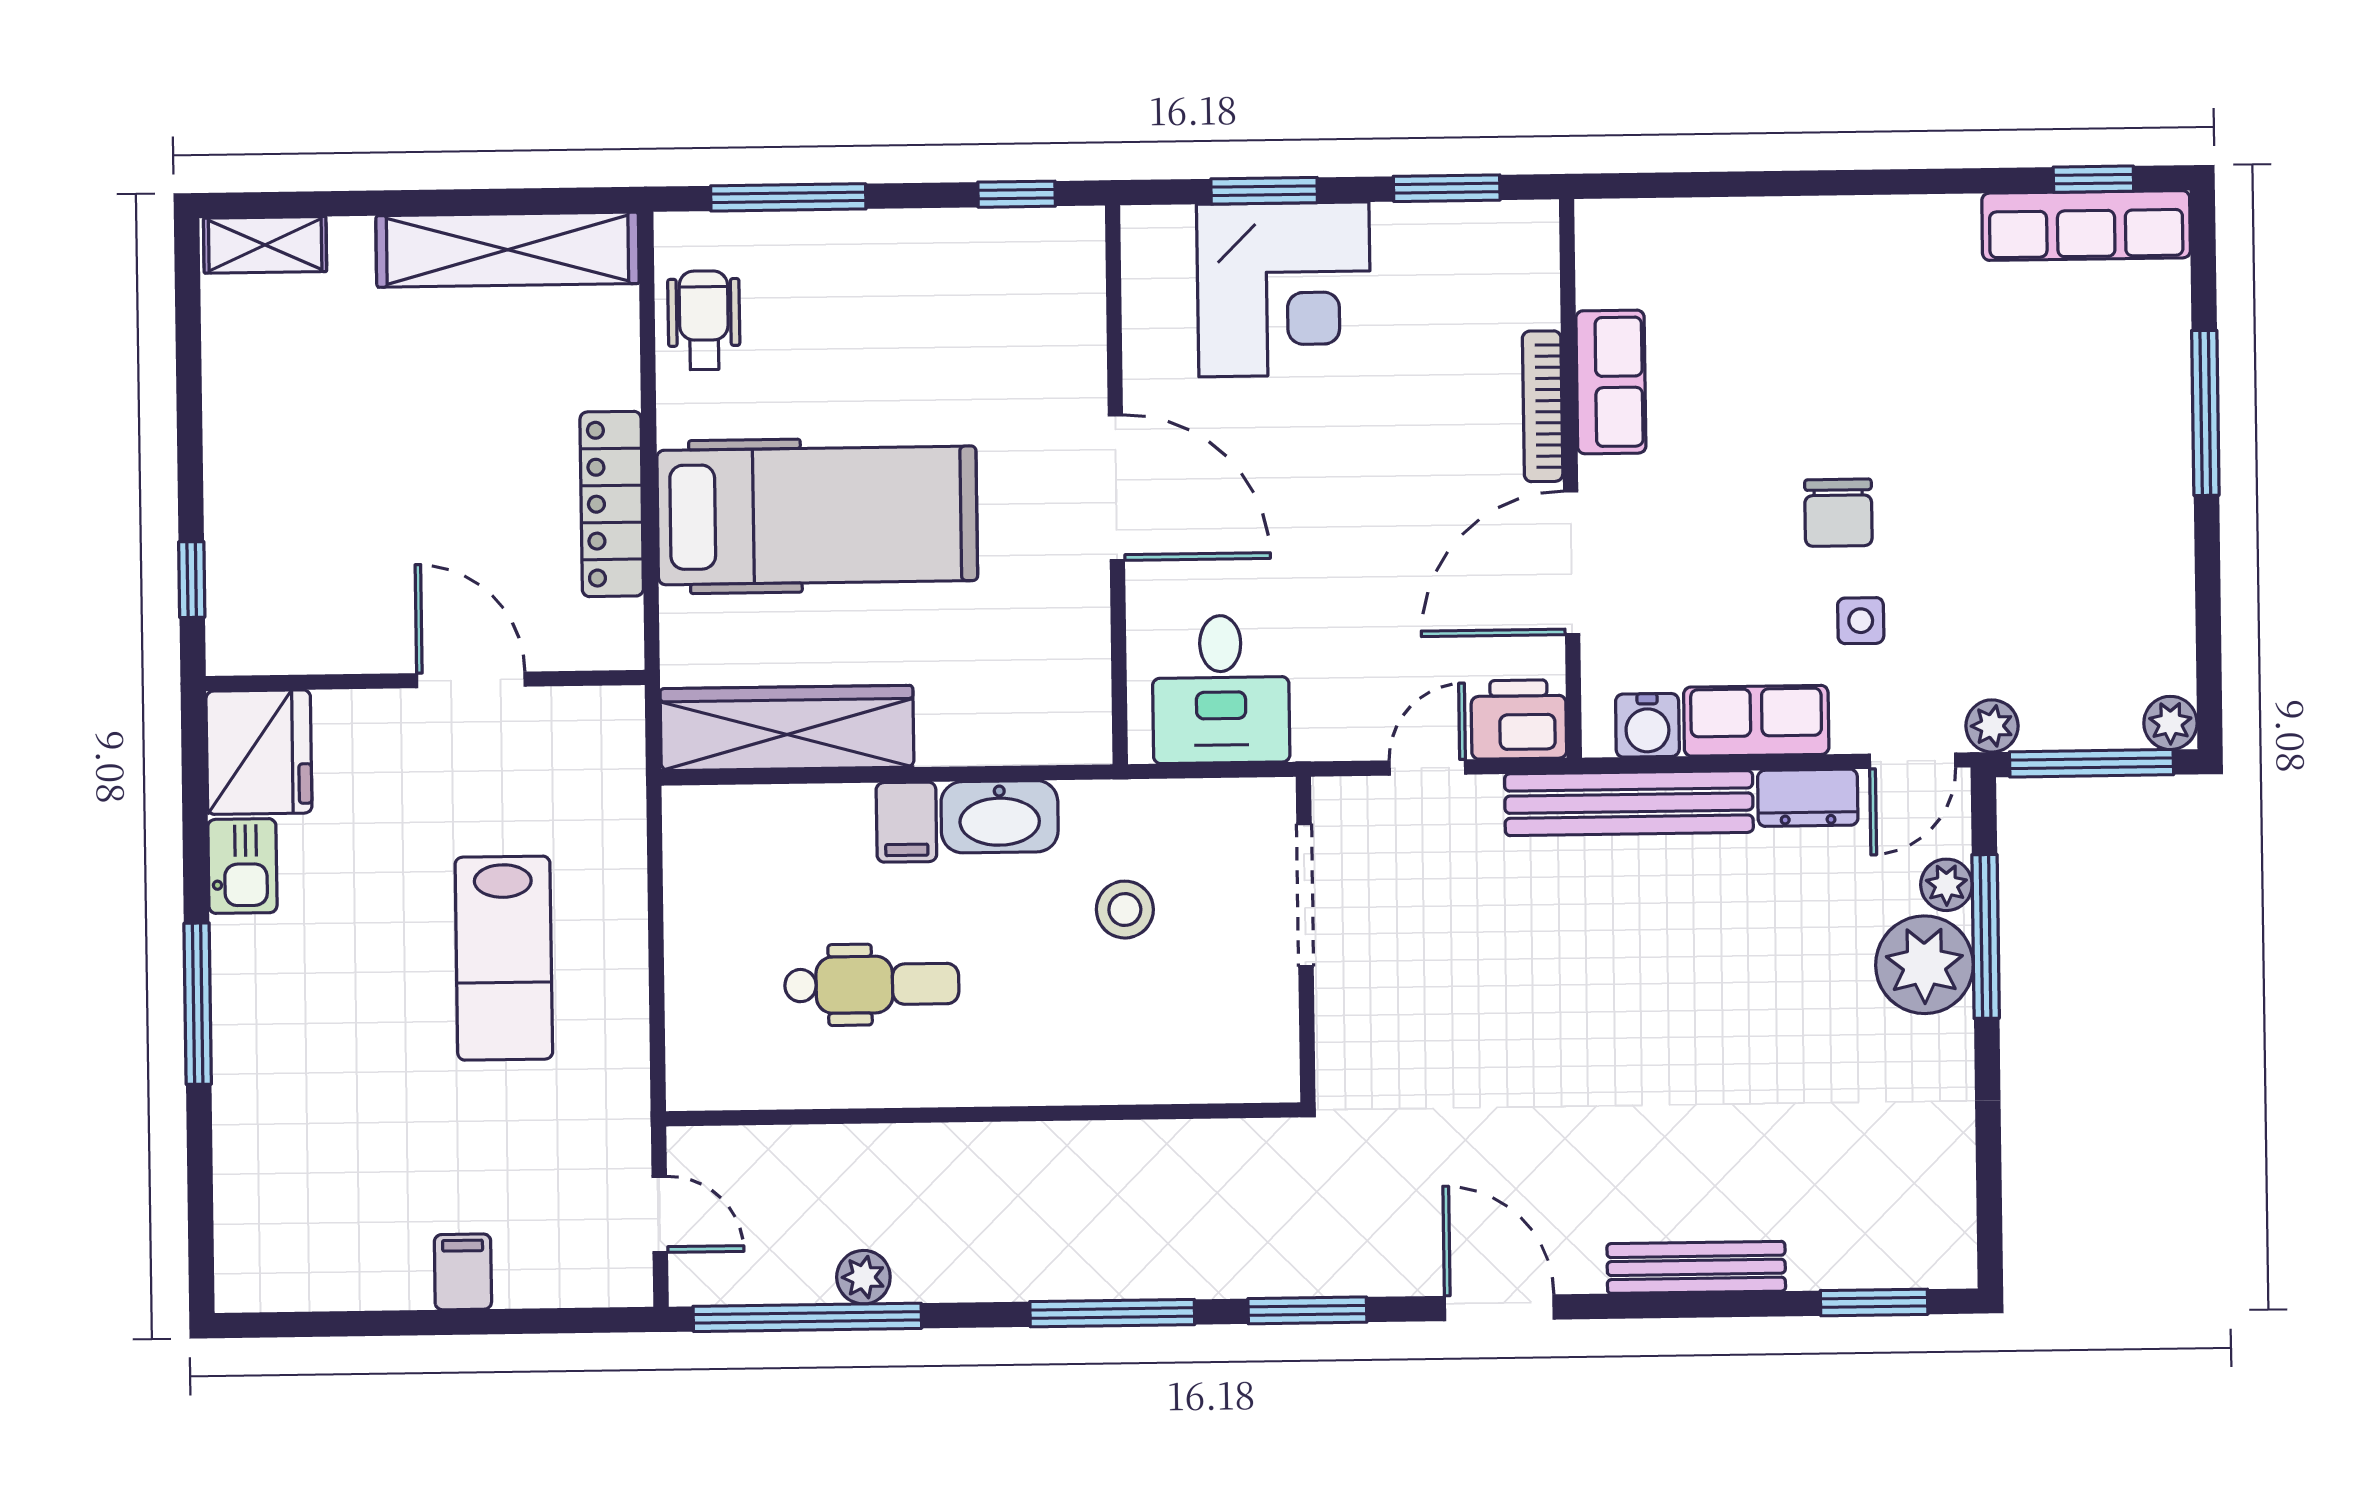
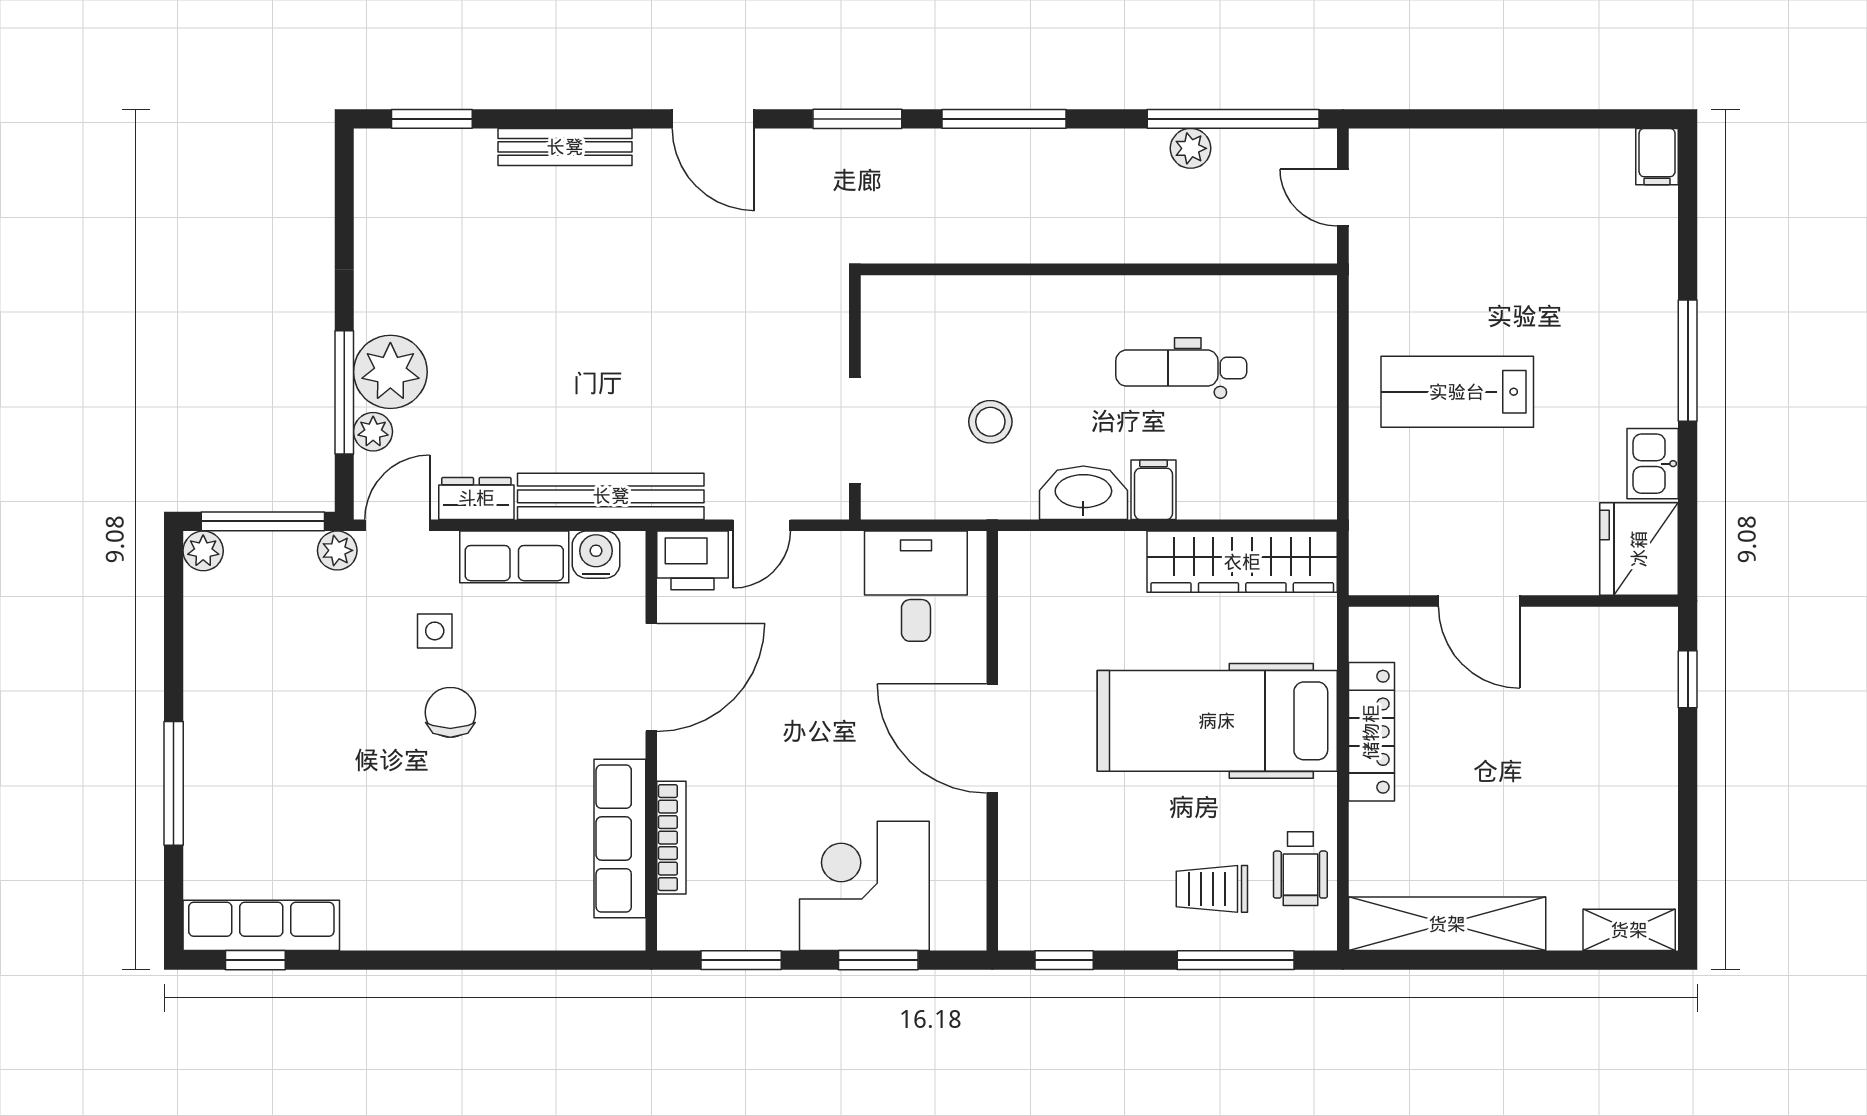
trolley: (821, 292) -> (1212, 889), added
row of seats: (1611, 382) -> (620, 839), width x1.48
bookcase: (1543, 406) -> (671, 838), moved
lab bench: (504, 958) -> (1457, 392), turned -90
filing cabinet: (463, 1272) -> (1657, 157), moved

